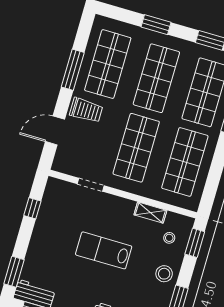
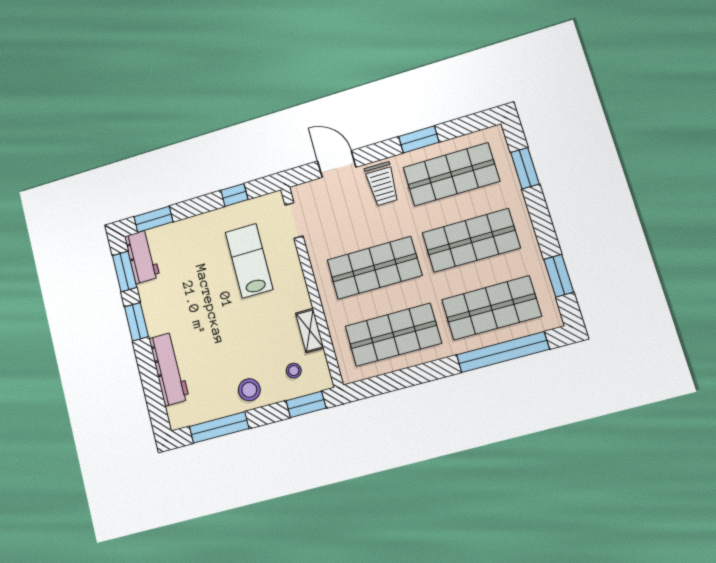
window: (156, 25) -> (525, 168), moved
window: (73, 70) -> (419, 139), width x0.69
doorway: (91, 185) -> (294, 220), moved
lab bench: (104, 250) -> (249, 261), moved

